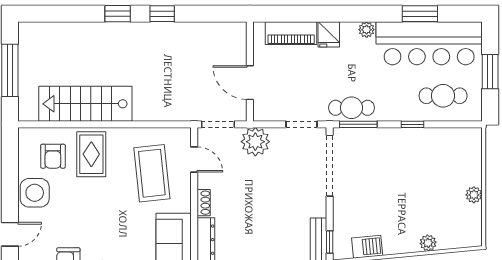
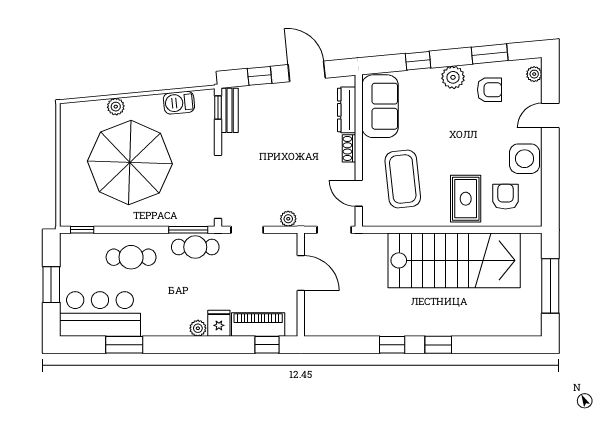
window: (282, 14) -> (267, 345), added
plant: (367, 30) -> (198, 328), moved
bar counter: (429, 43) -> (100, 314), width x0.73
cafe table: (443, 96) -> (131, 257), moved
stairs: (85, 104) -> (454, 260), width x1.36, depth x1.51
window: (413, 124) -> (82, 230), moved
plant: (255, 142) -> (288, 219), width x0.53, depth x0.53
parasol: (414, 189) -> (130, 162), added
plant: (474, 195) -> (68, 157), removed

